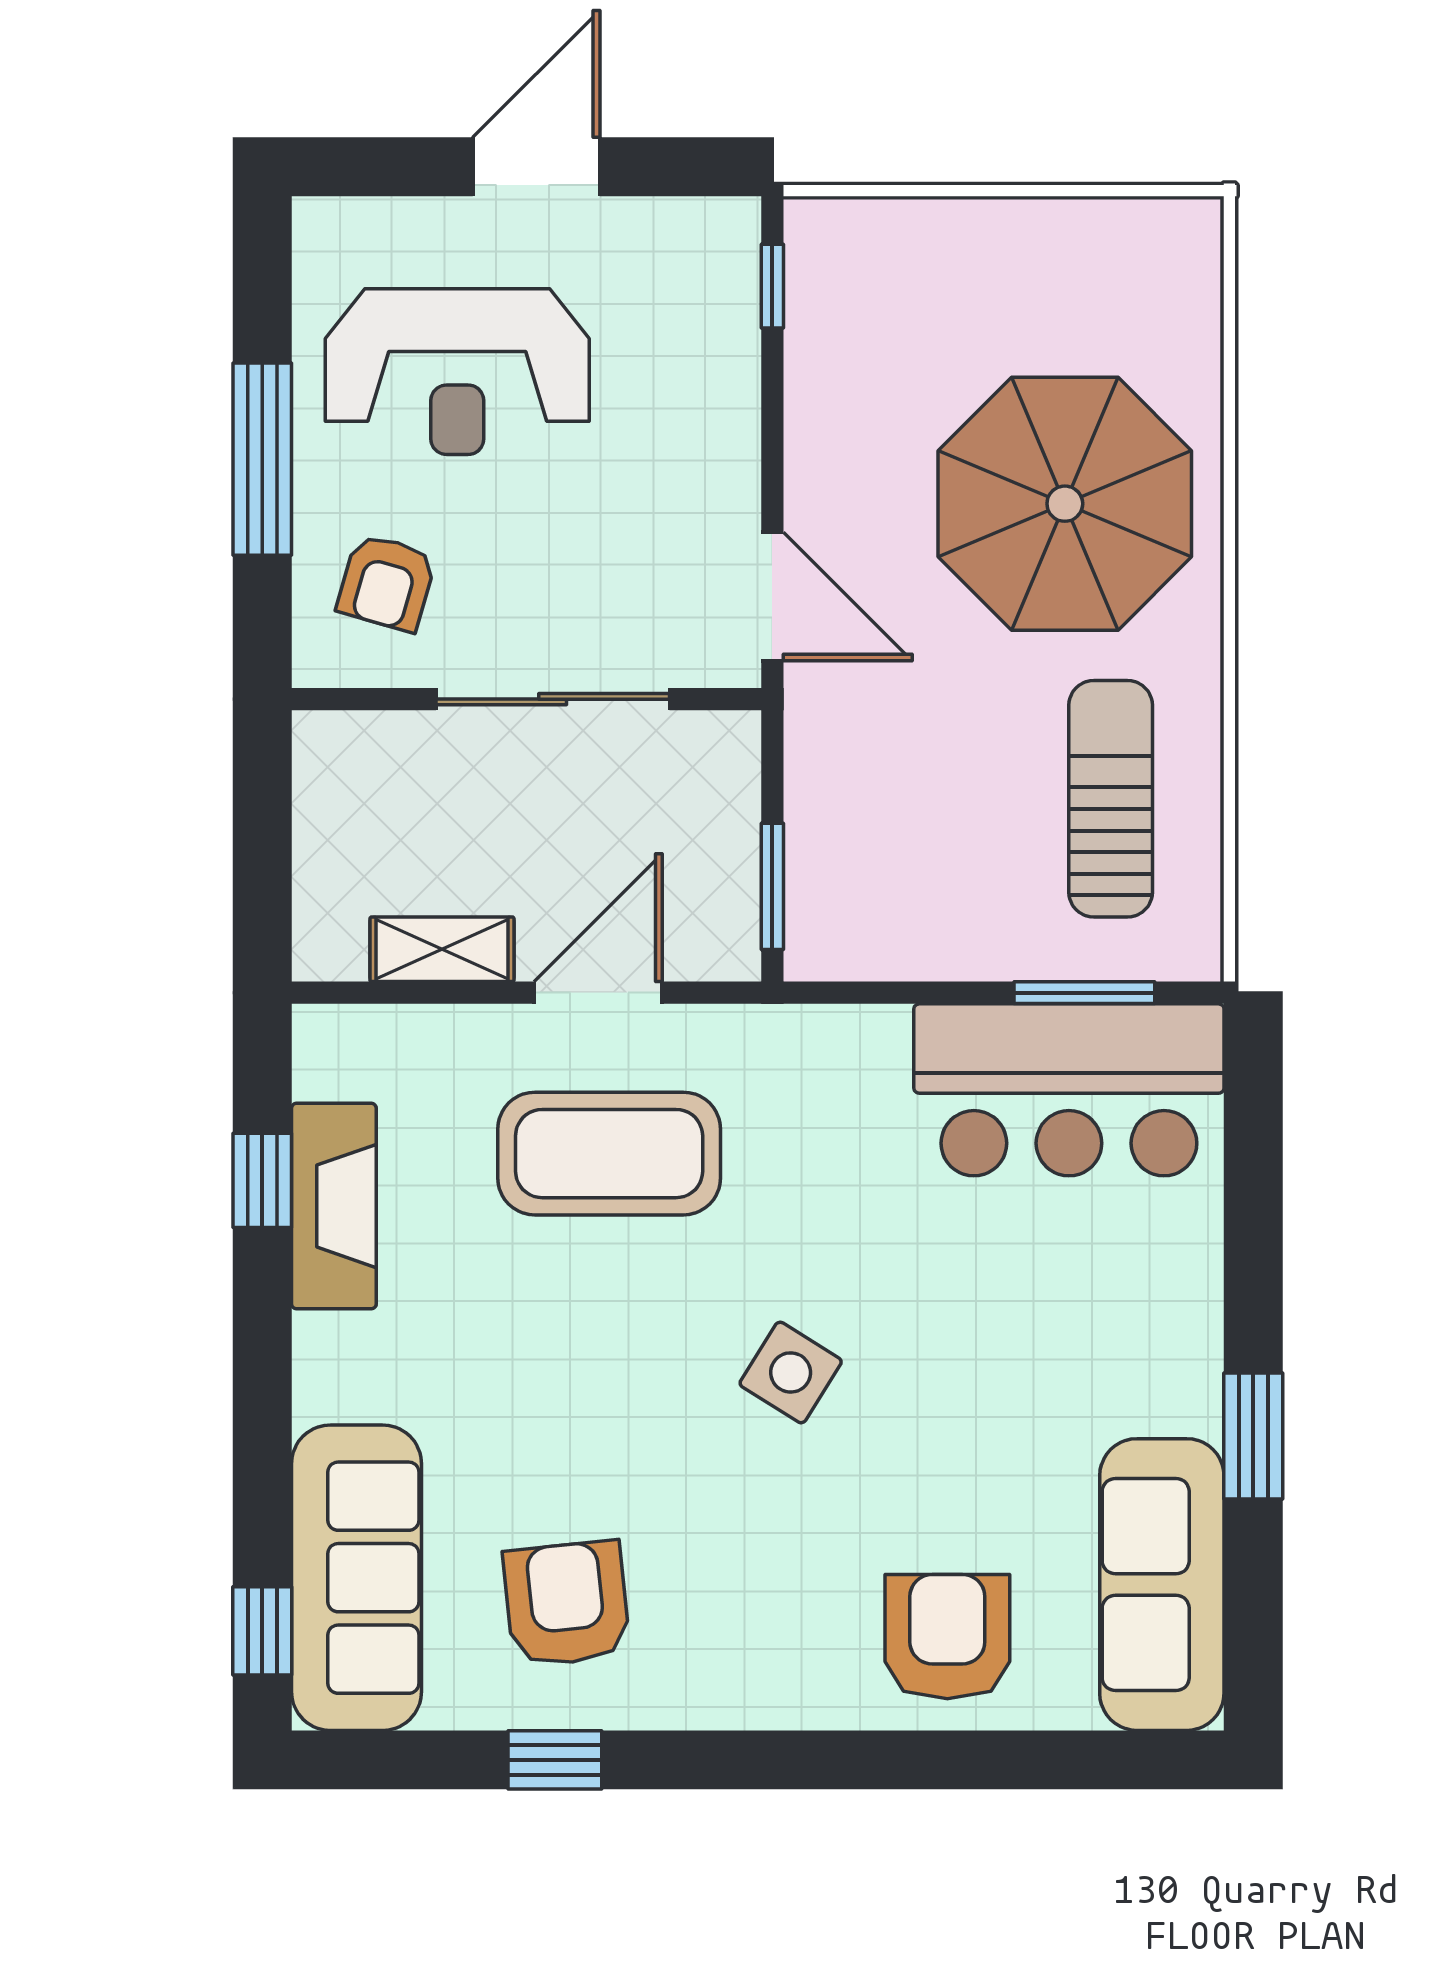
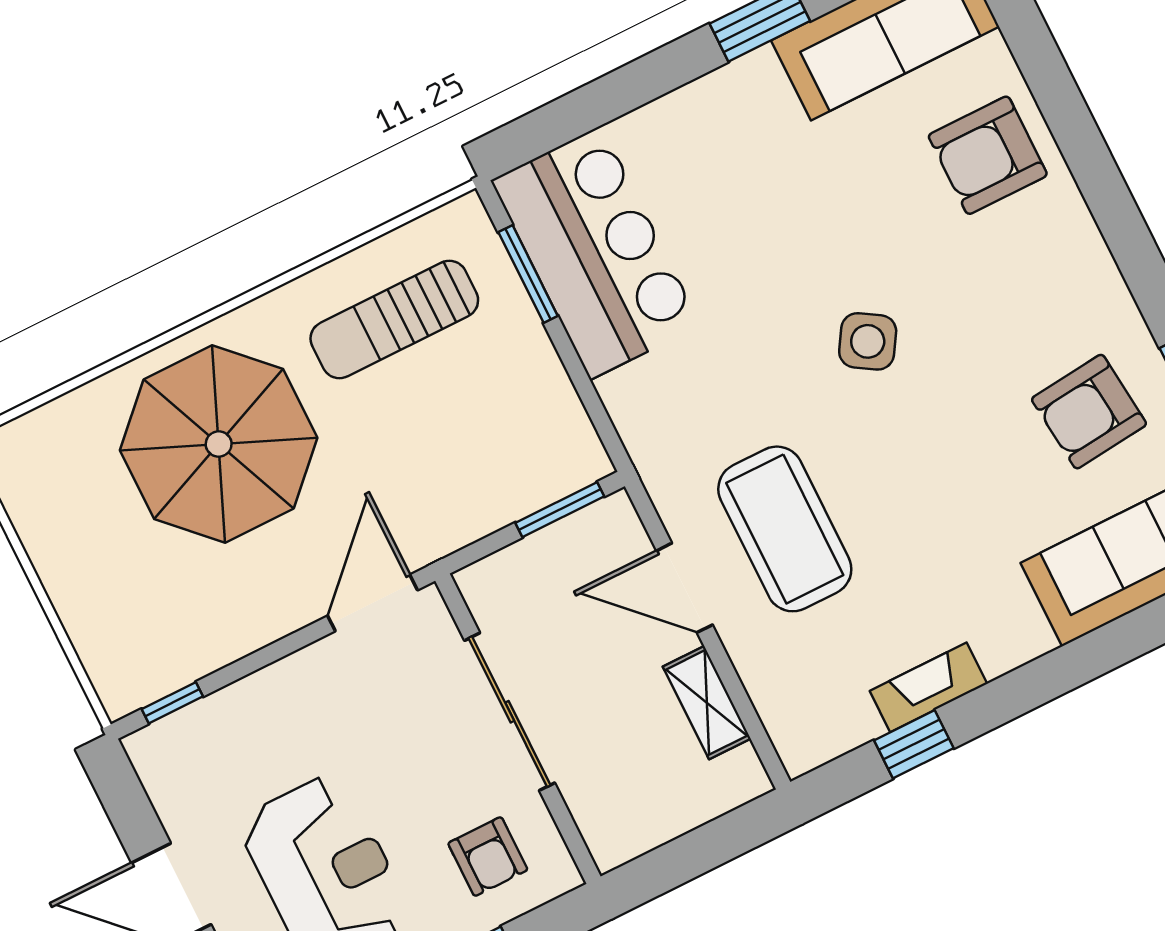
armchair: (386, 582) -> (488, 857), turned 74
fireplace: (334, 1206) -> (928, 687), width x0.73, depth x0.76

